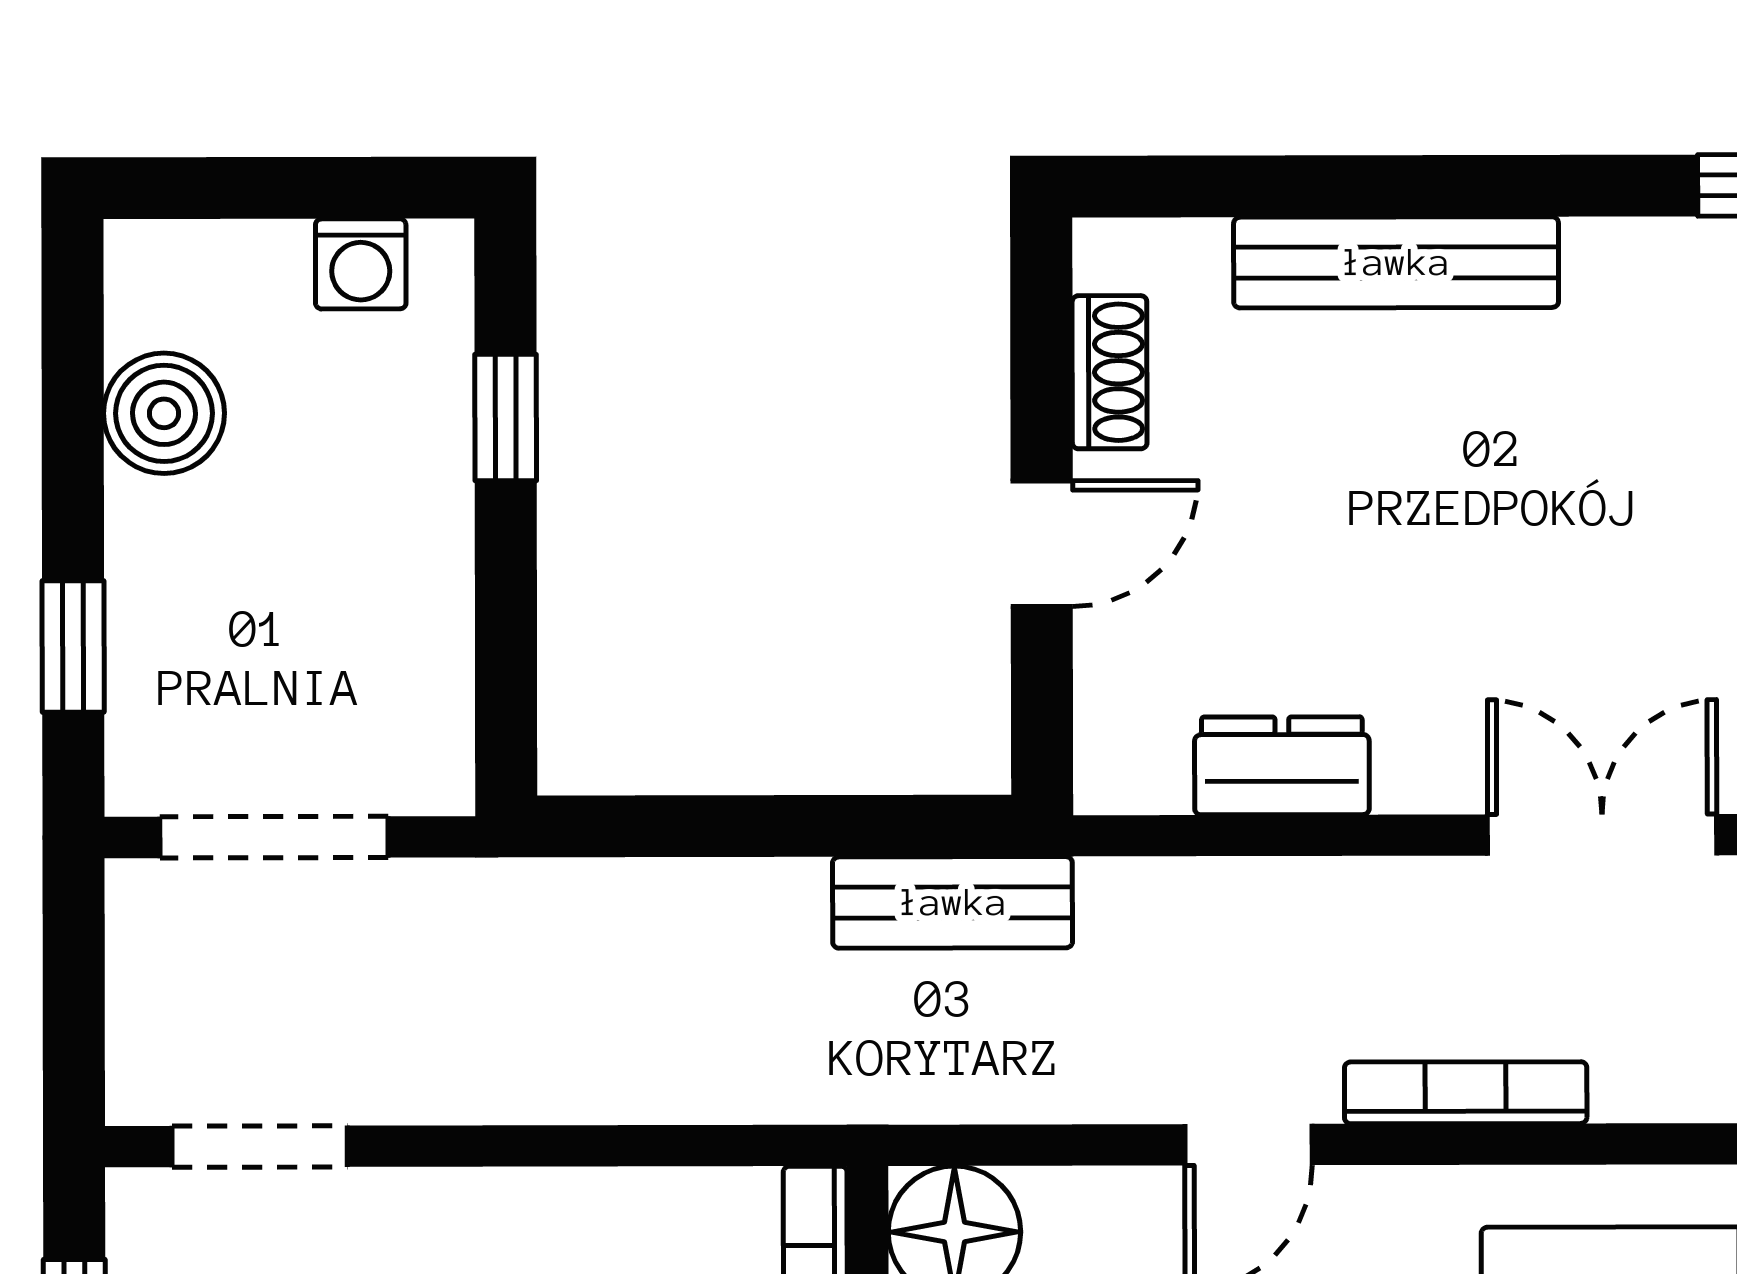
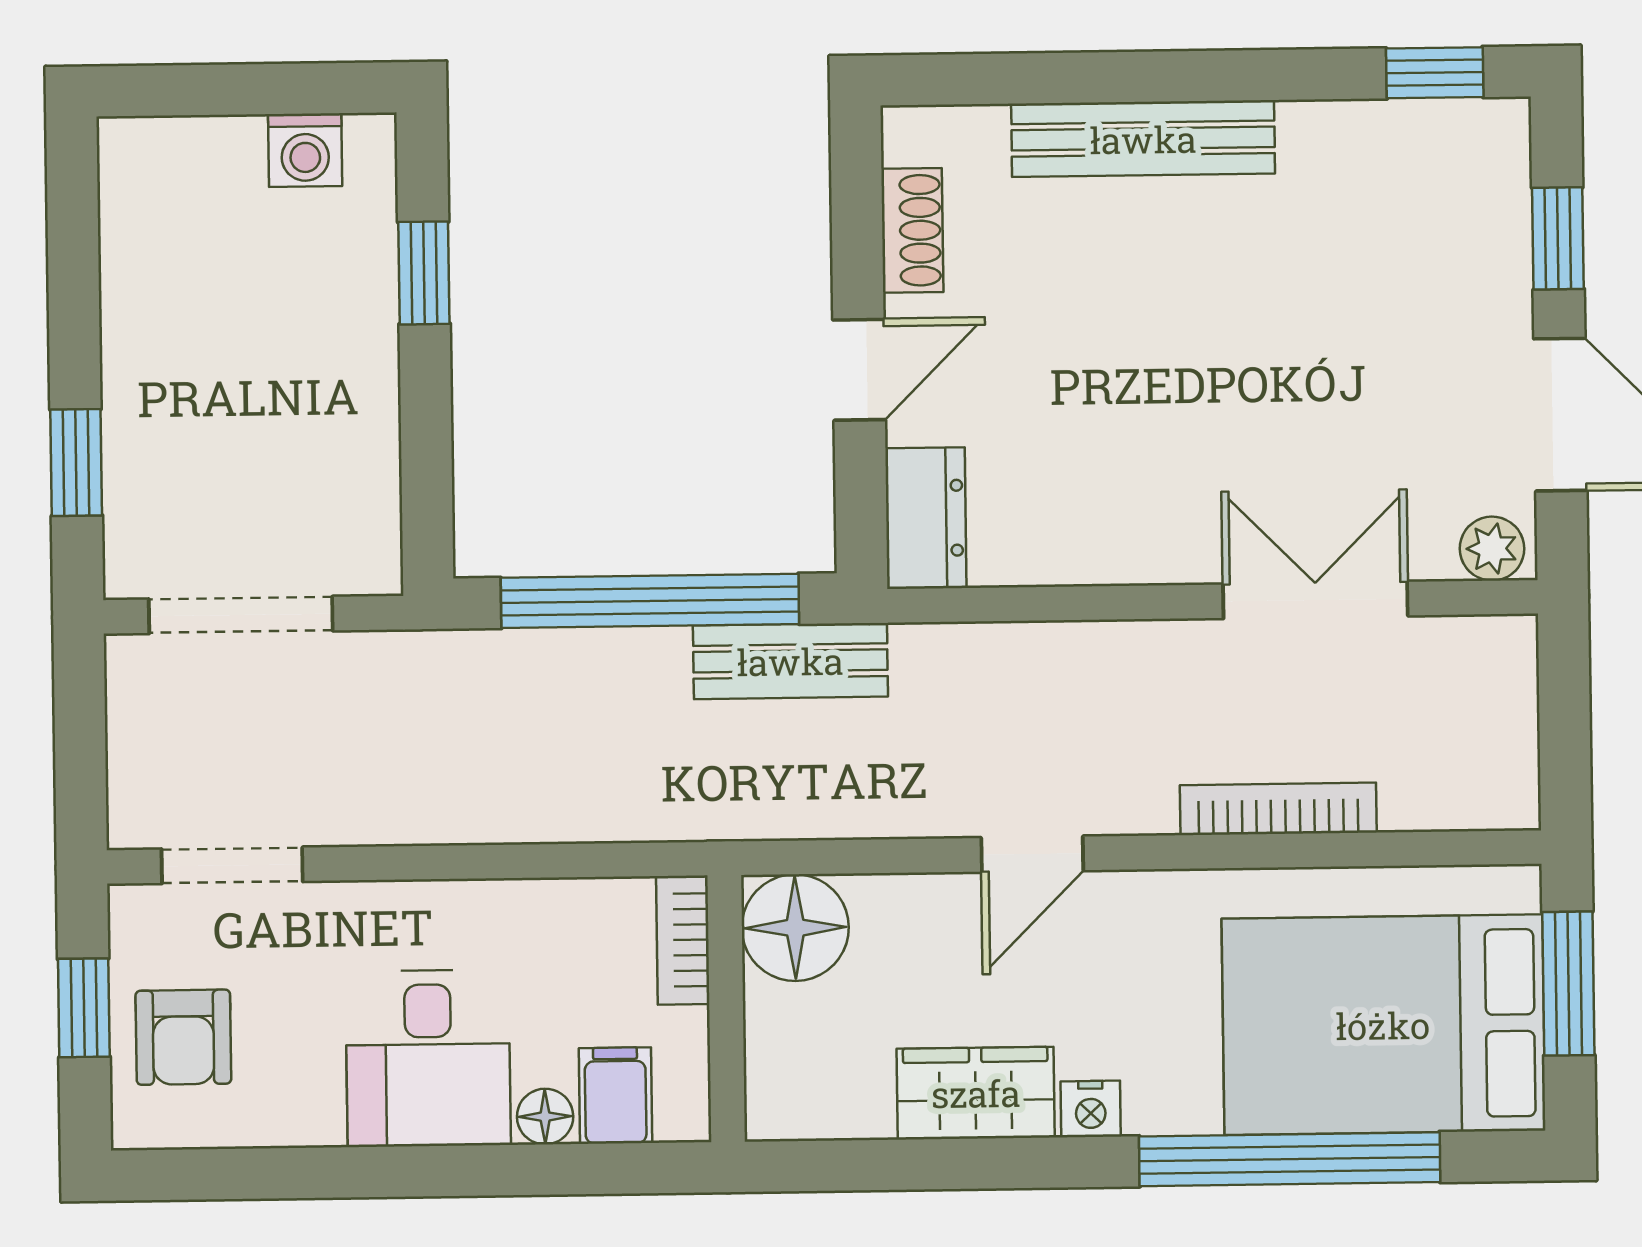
boiler: (164, 413) -> (147, 273), removed
dresser: (1282, 766) -> (926, 518), moved, turned 90
window: (780, 826) -> (650, 601), added
bookcase: (1466, 1093) -> (1278, 809), moved

